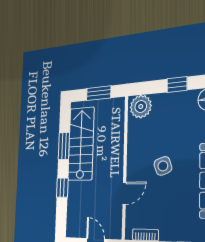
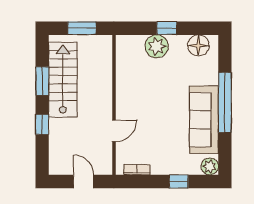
plant: (141, 107) -> (157, 46), moved
side table: (163, 166) -> (154, 105), removed

